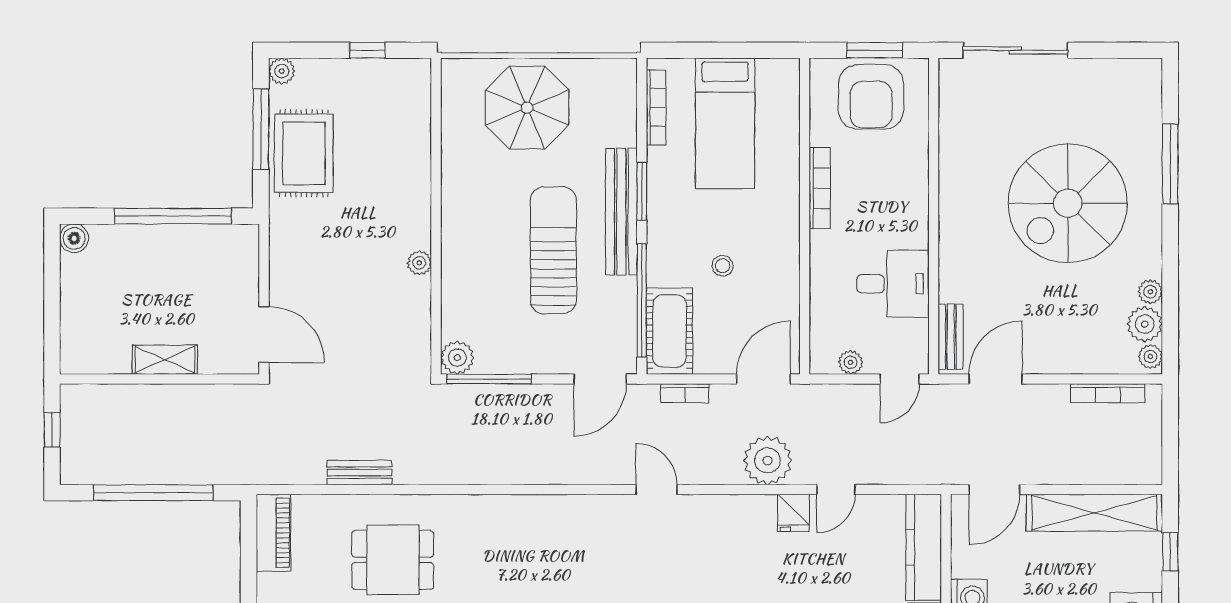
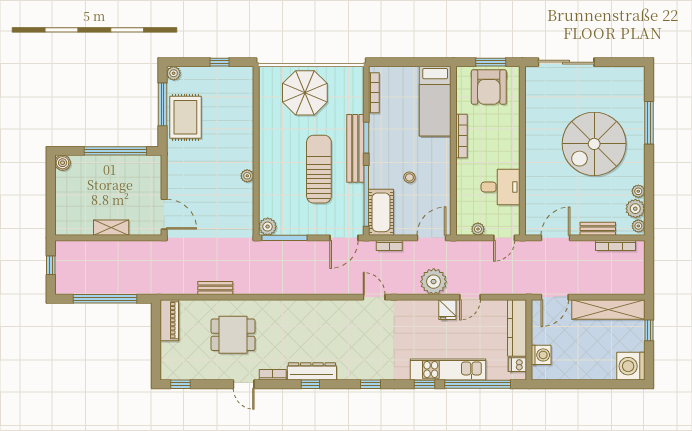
bed: (725, 123) -> (435, 101), moved
bench: (951, 337) -> (598, 229), moved, turned 90

